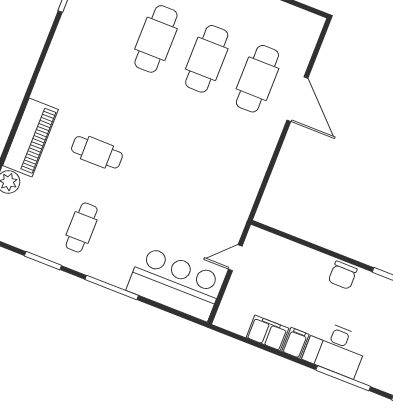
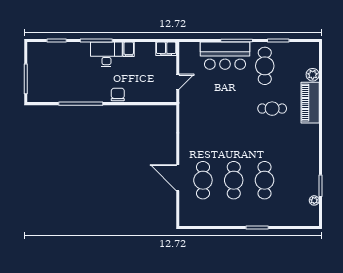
cafe table: (82, 227) -> (265, 66), width x1.37, depth x1.35
bar counter: (175, 284) -> (225, 56), moved
filing cabinet: (267, 333) -> (166, 49), moved

